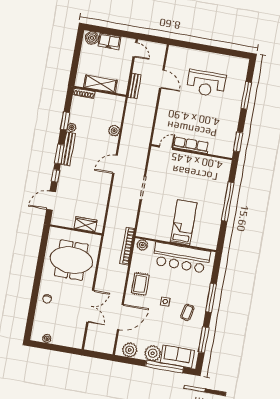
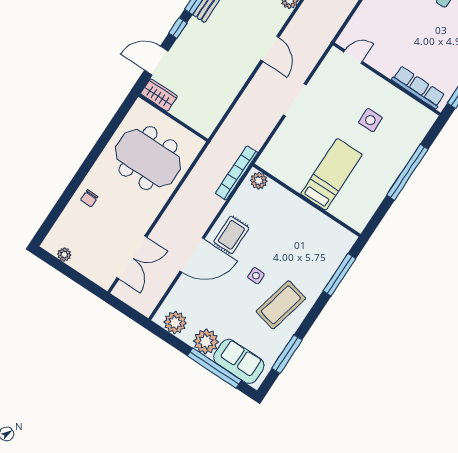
row of seats: (191, 145) -> (418, 87), moved
door: (115, 164) -> (270, 49), swing flipped
side table: (192, 181) -> (370, 120), added
wardrobe: (85, 224) -> (159, 95), moved
bar counter: (181, 258) -> (306, 223), removed
window: (211, 298) -> (339, 275), moved
double door: (90, 306) -> (132, 257), moved
coffee table: (187, 312) -> (281, 305), width x1.86, depth x1.72
door: (120, 317) -> (192, 255), moved

